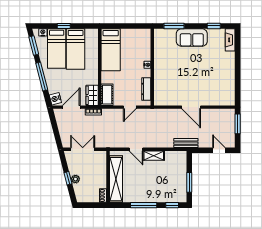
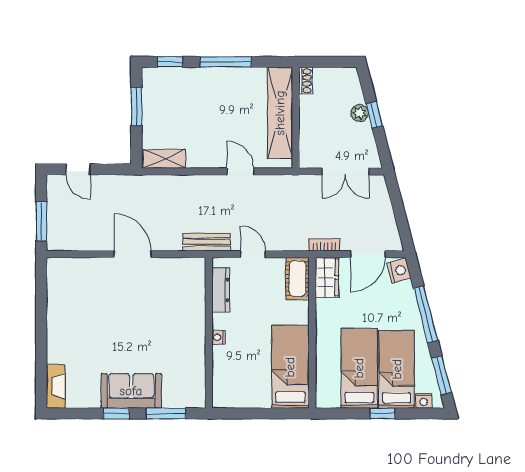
window: (214, 26) -> (116, 413), moved
door: (130, 107) -> (253, 254), hinge flipped
bench: (186, 143) -> (207, 242), moved
shelving: (154, 156) -> (164, 159), moved

